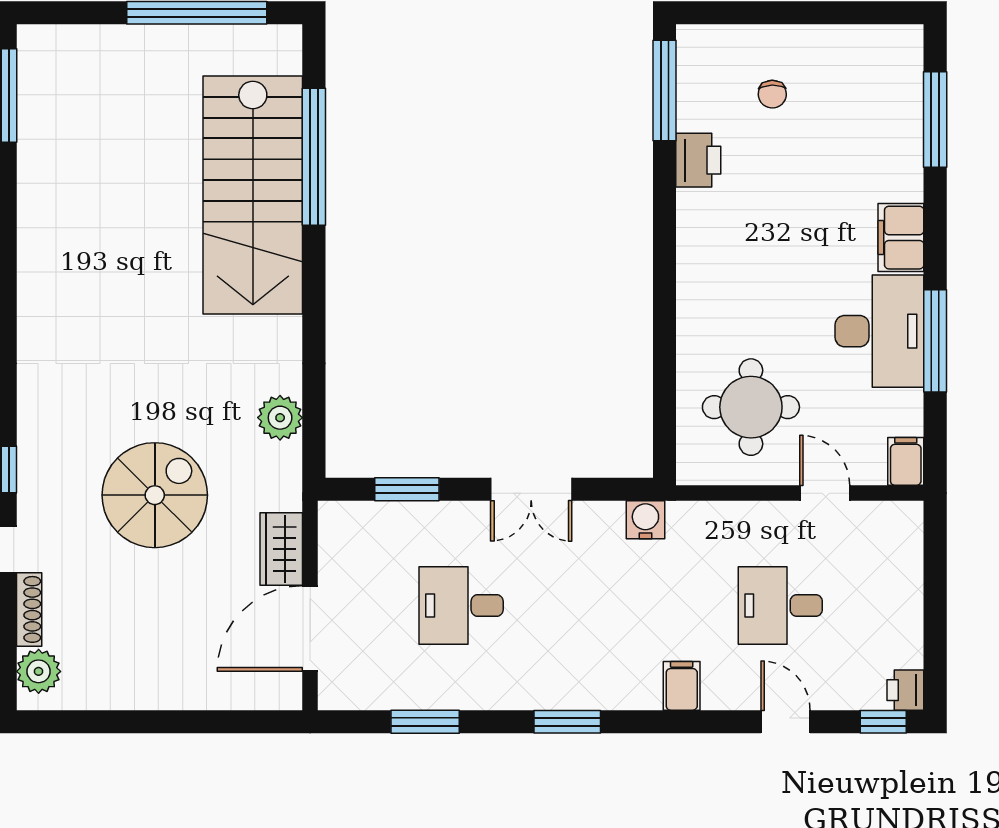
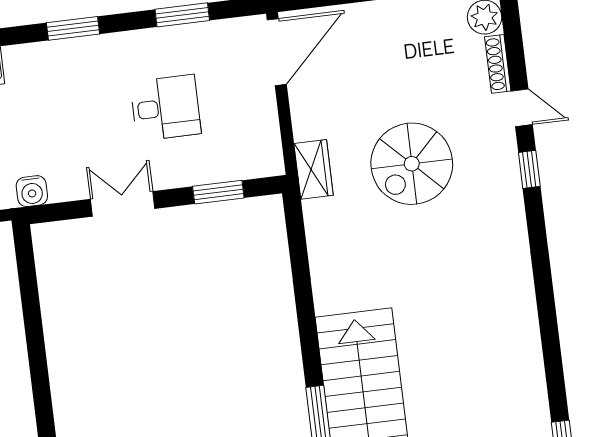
plant: (280, 418) -> (323, 235), removed
wardrobe: (281, 549) -> (314, 169), moved
door: (310, 628) -> (277, 52), moved

